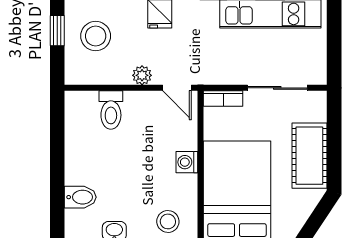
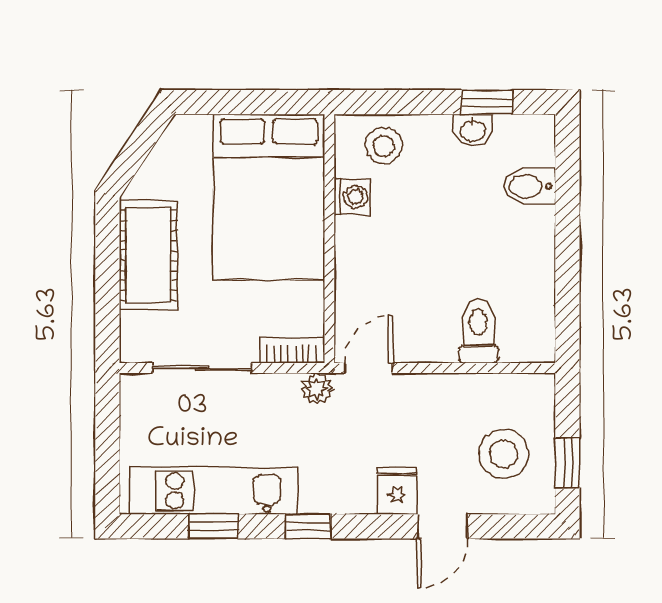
plant: (142, 75) -> (317, 389), moved
door: (177, 88) -> (368, 368), hinge flipped
washing machine: (187, 162) -> (352, 197), moved

